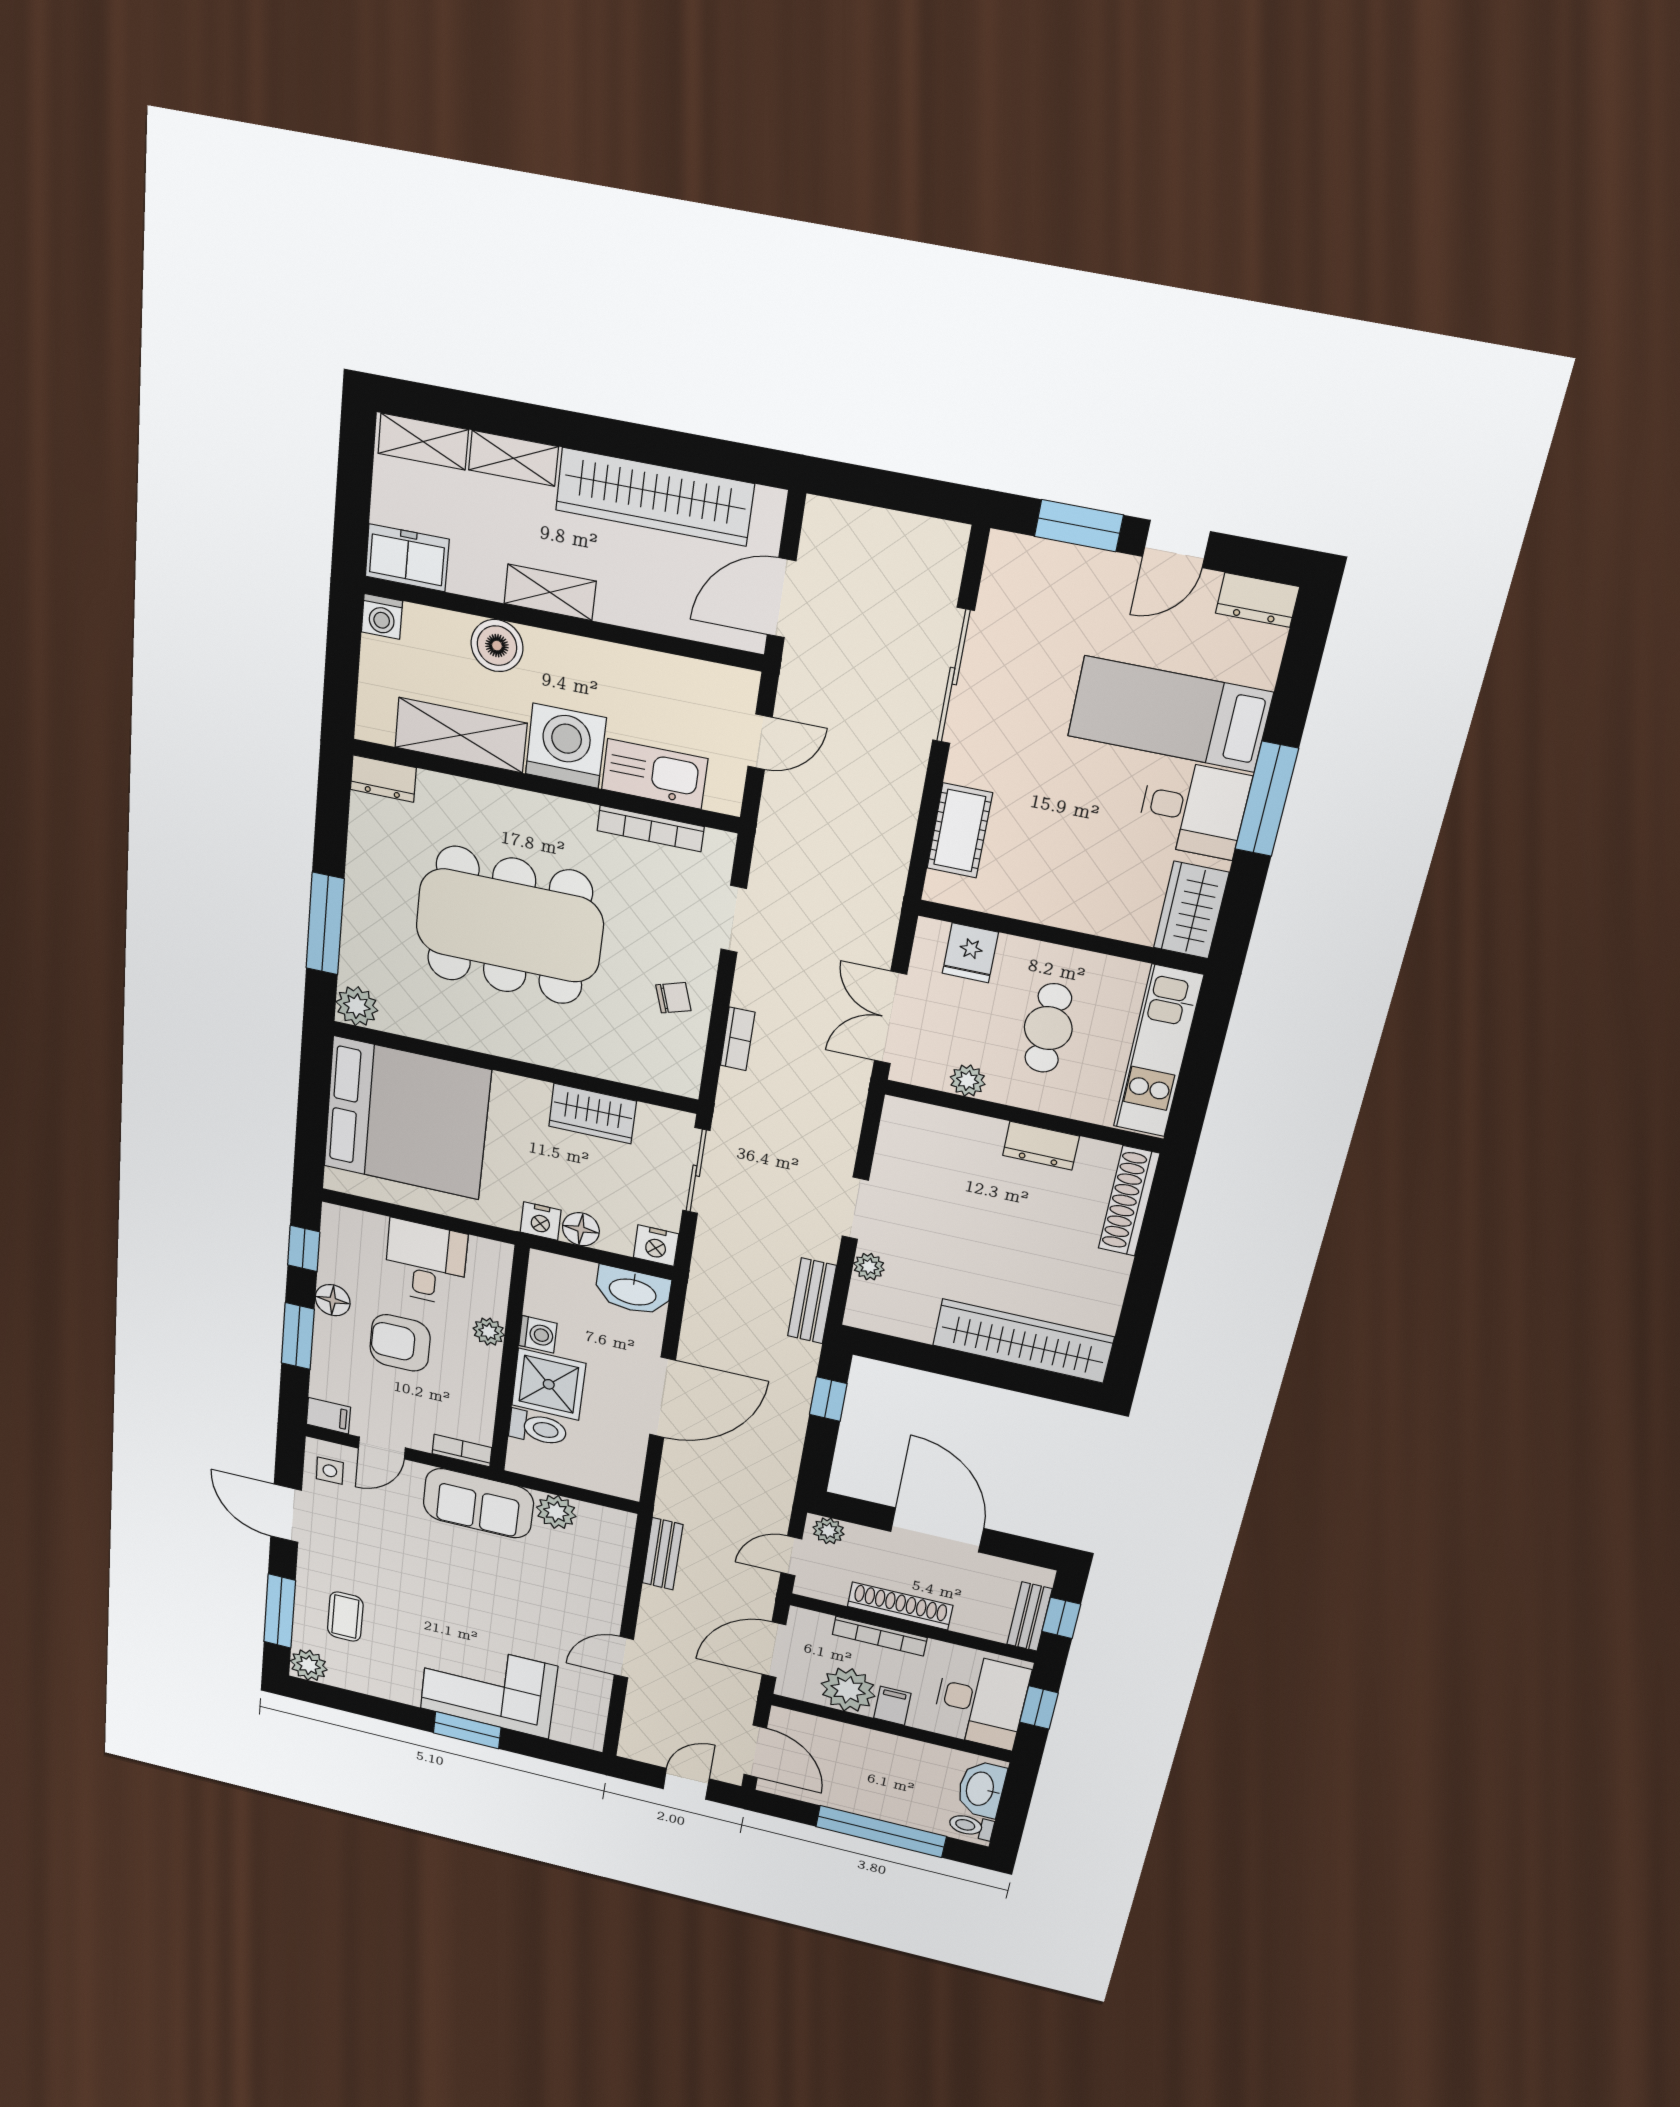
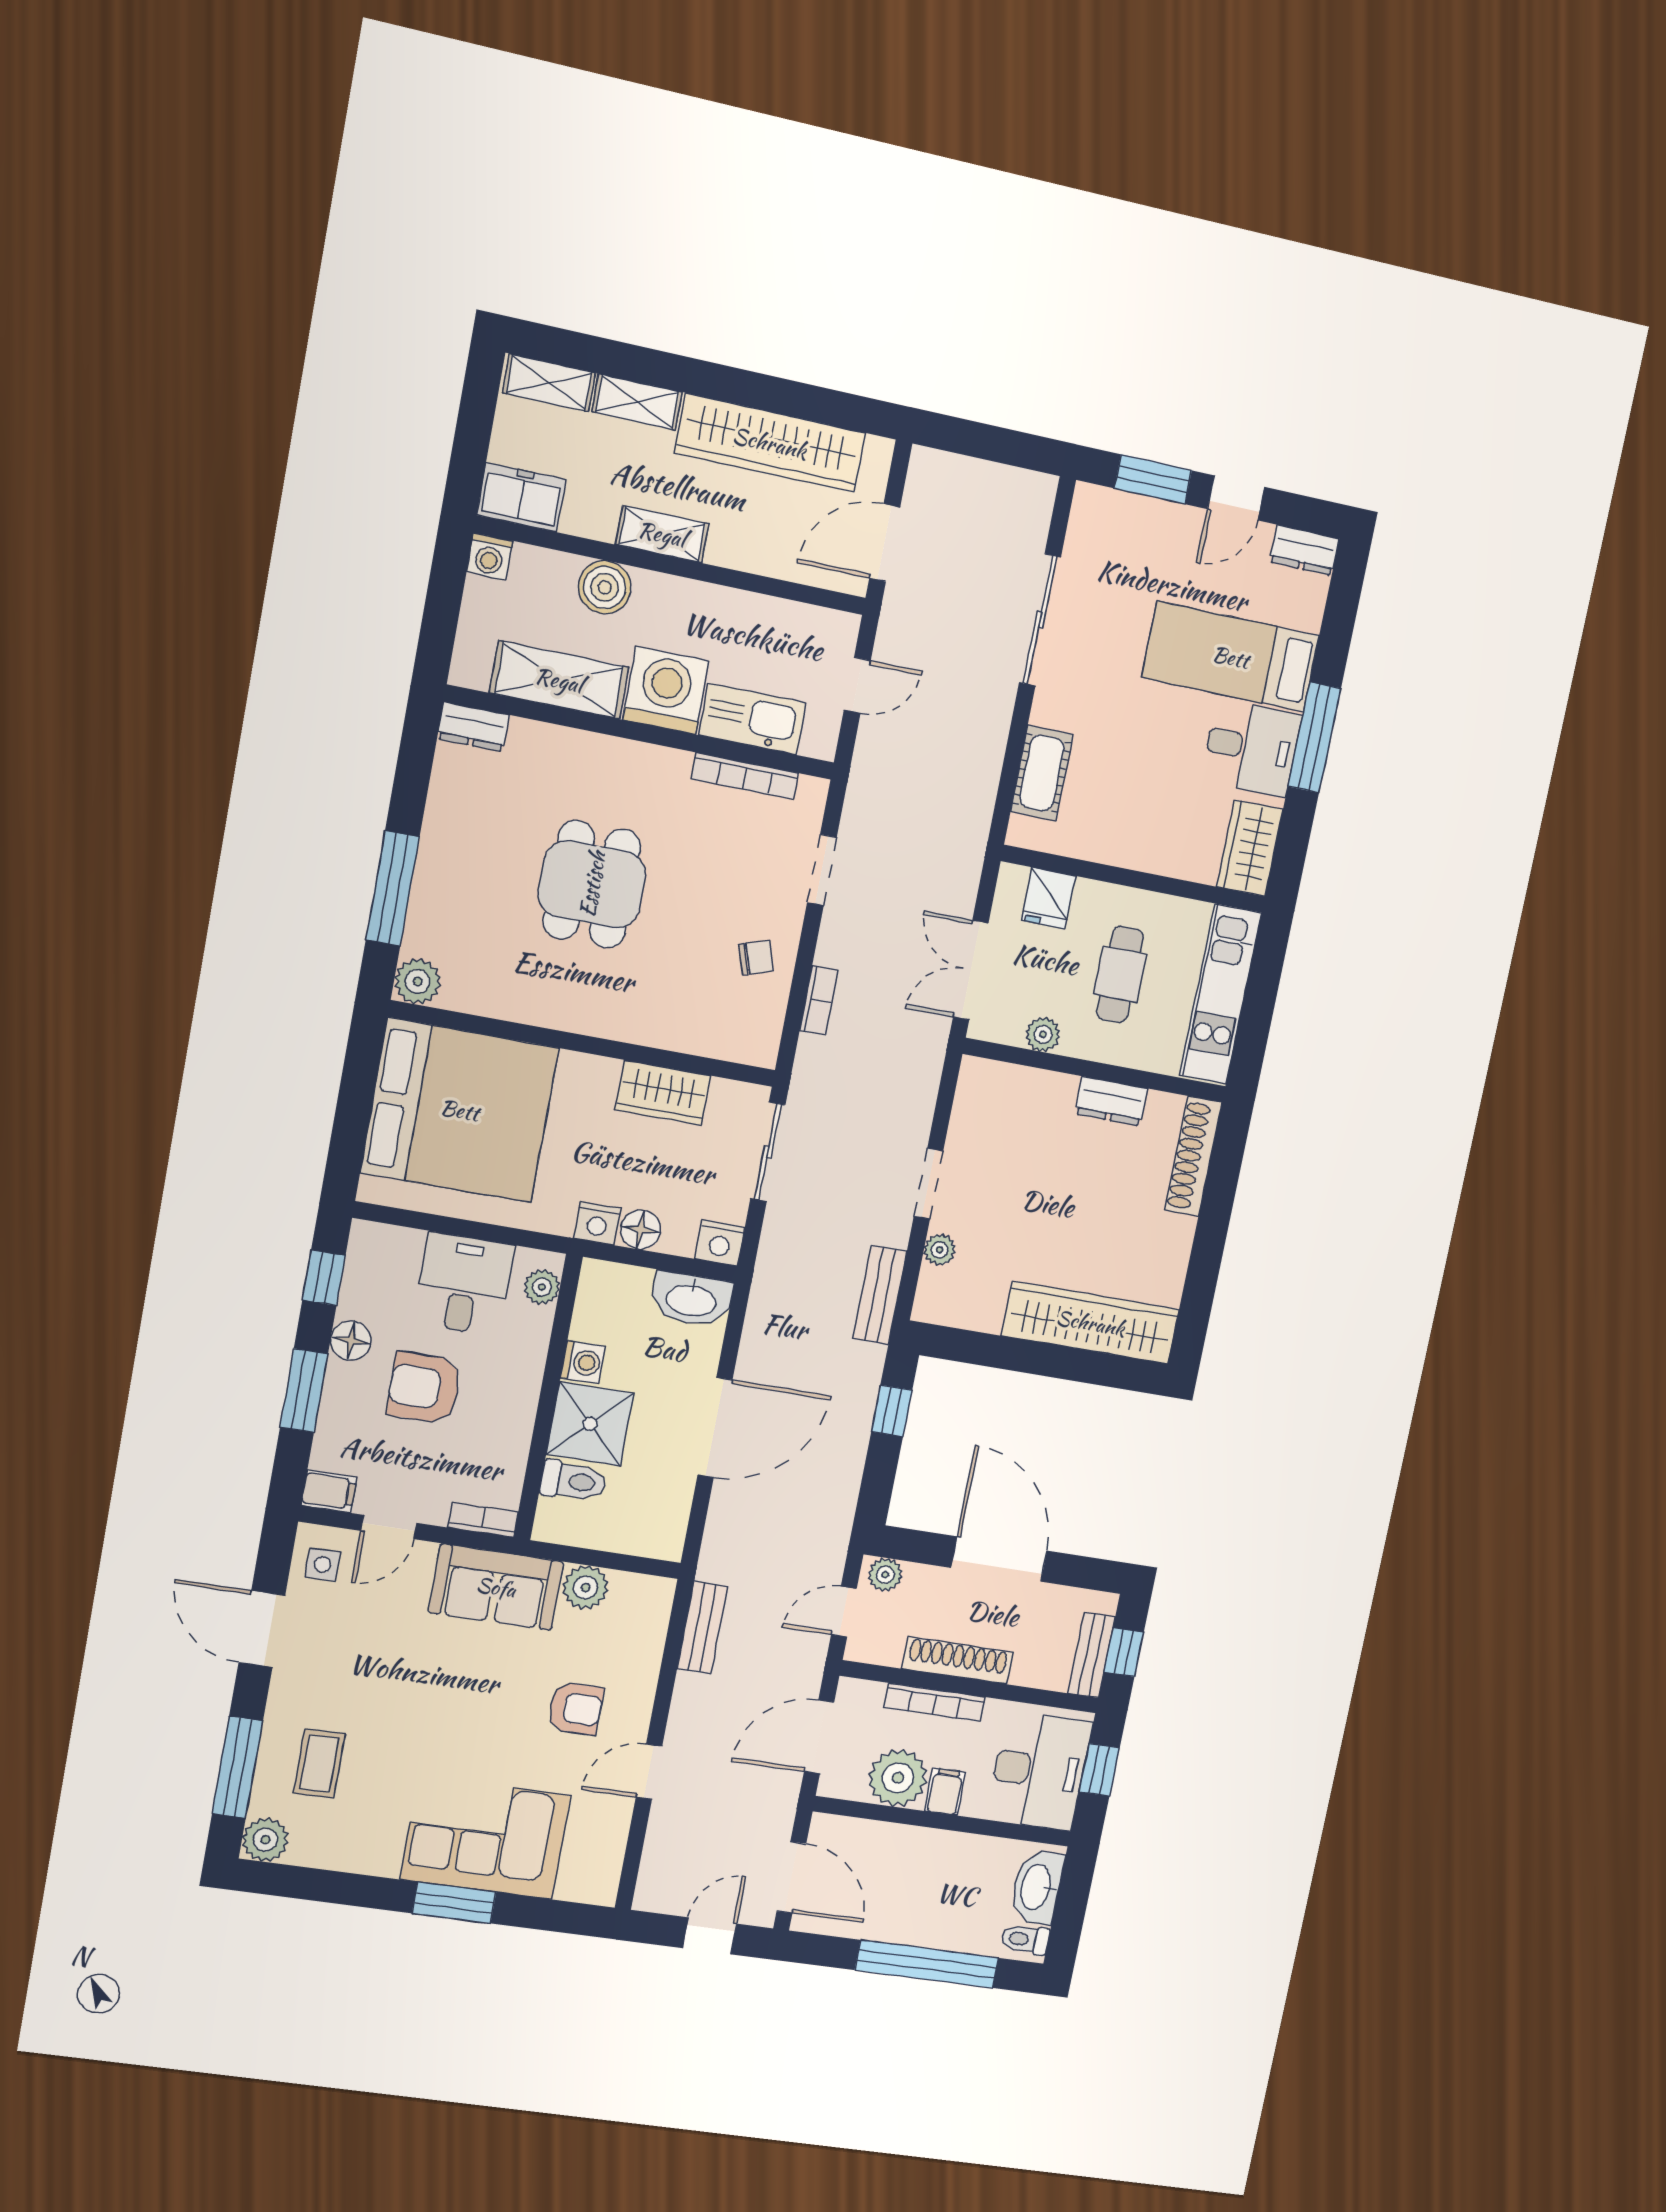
dining table: (509, 926) -> (592, 884), width x0.53, depth x0.80
plant: (489, 1332) -> (542, 1287), moved
armchair: (556, 1602) -> (576, 1709), added

